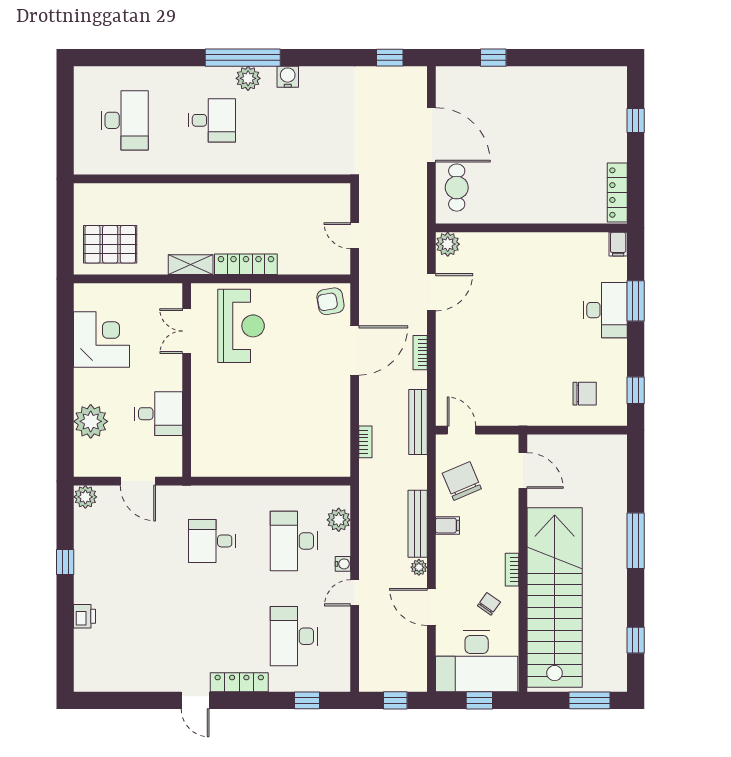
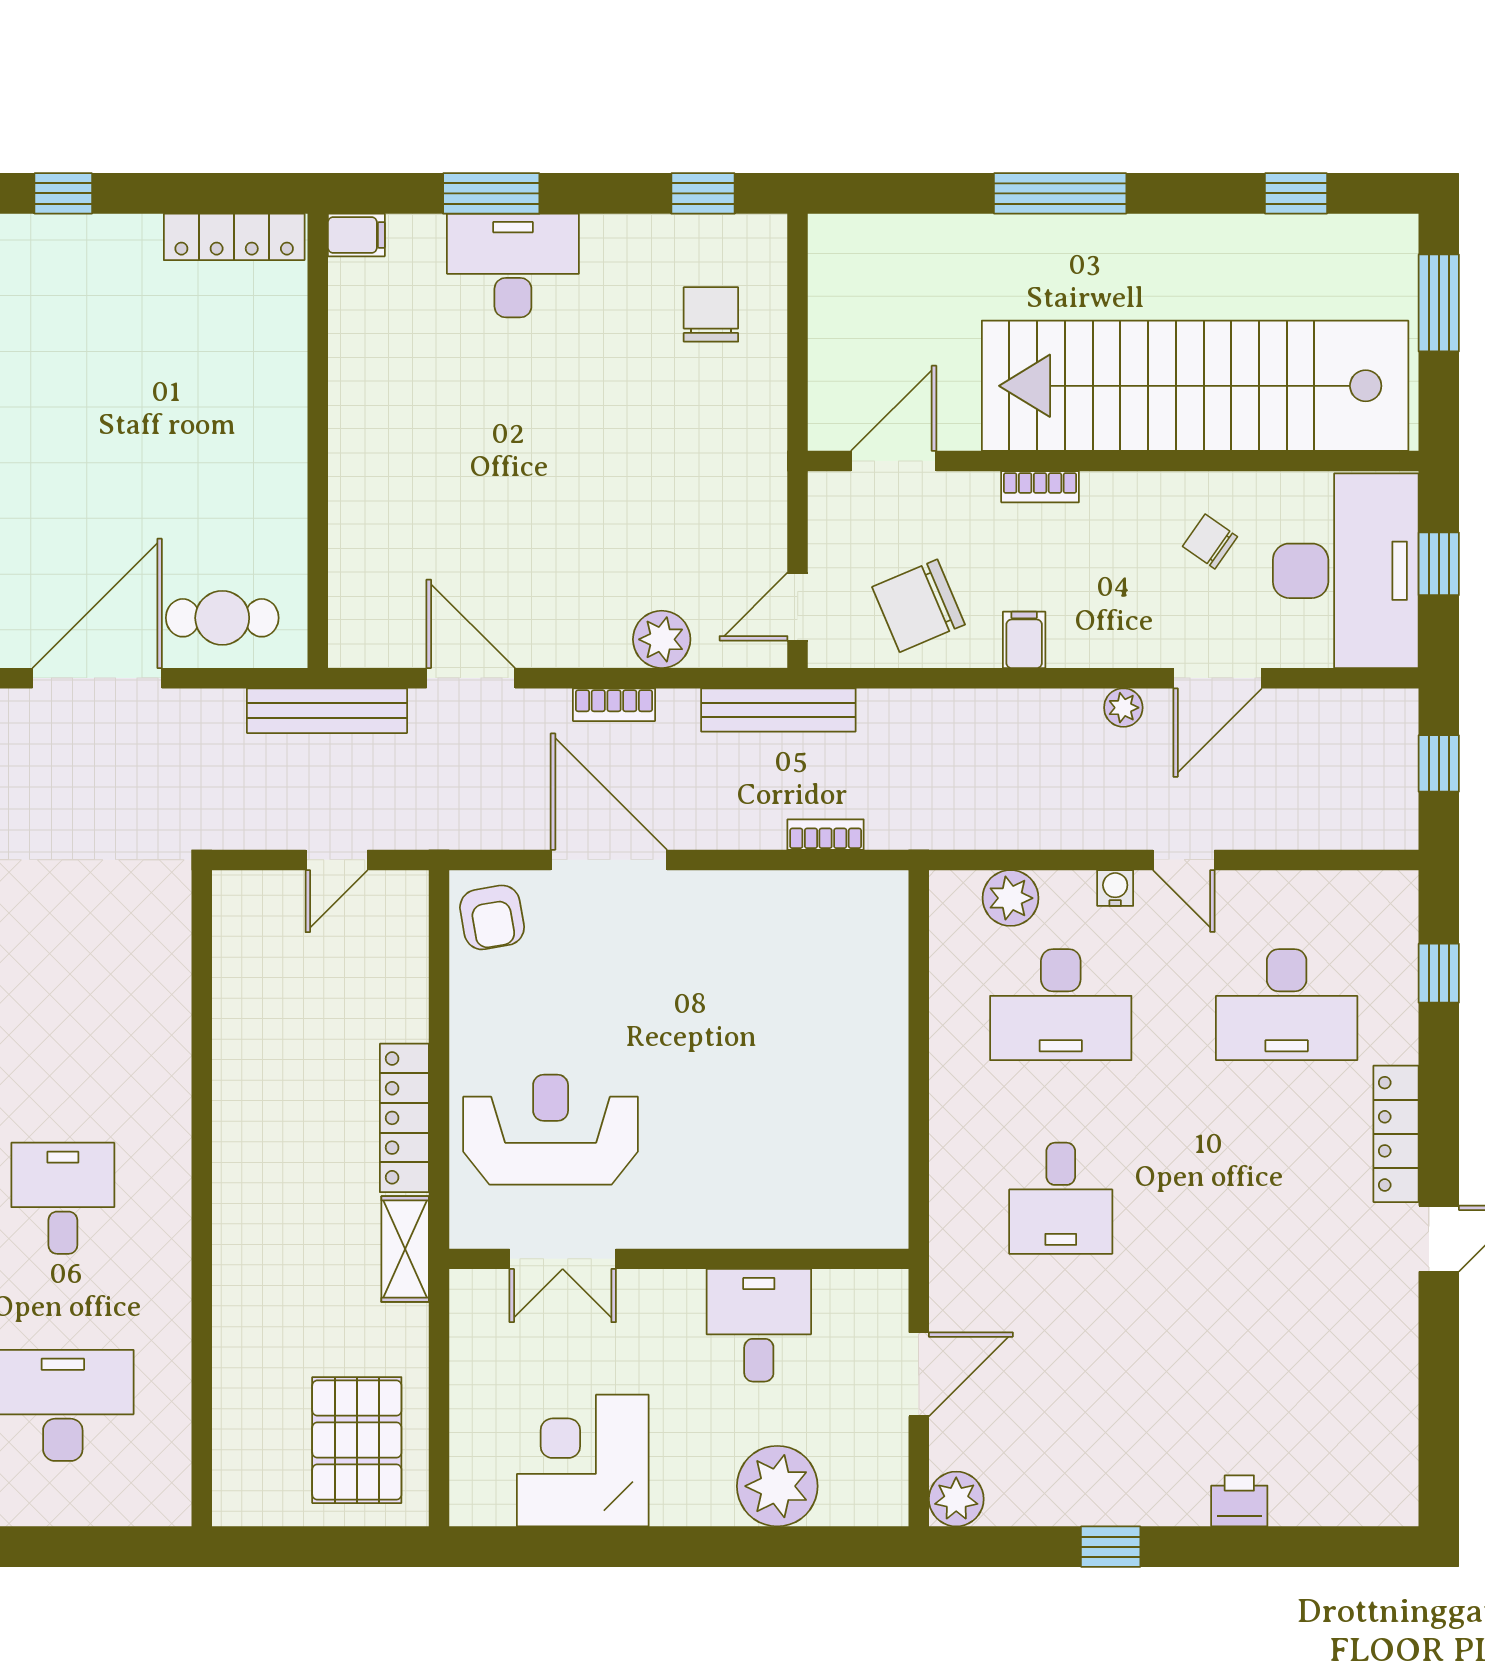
plant: (448, 244) -> (662, 639), moved
bench: (418, 524) -> (327, 711), moved
bookcase: (512, 570) -> (1040, 487), moved

